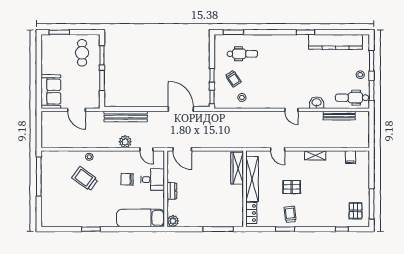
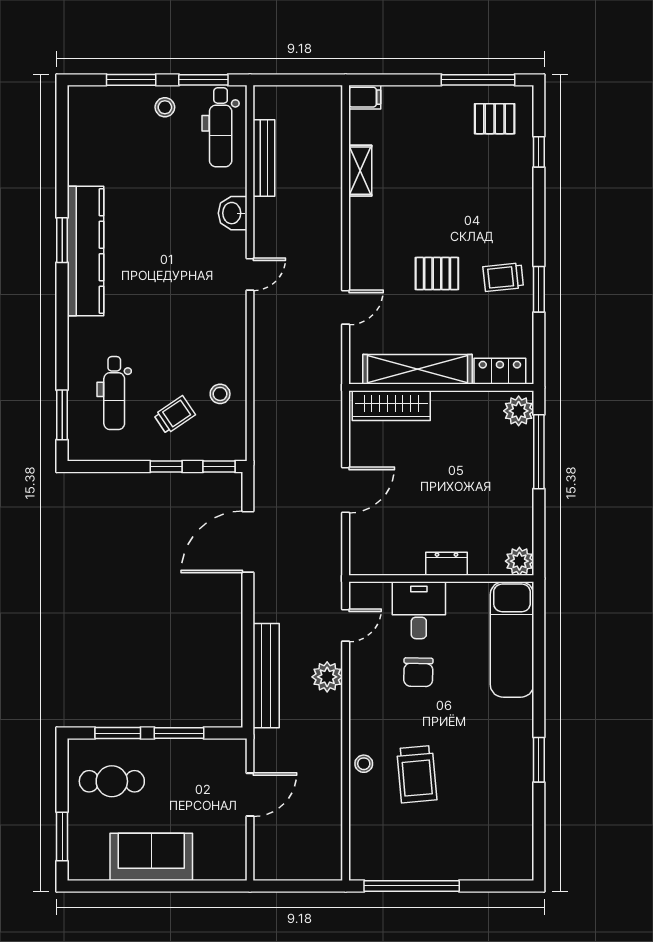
kitchen counter: (336, 42) -> (86, 251), moved
dental chair: (242, 54) -> (114, 393), turned 180
sofa: (51, 92) -> (151, 857), moved
door: (182, 149) -> (346, 490), moved
shelving: (315, 155) -> (360, 171), moved
filing cabinet: (350, 157) -> (365, 97), moved
trolley: (85, 179) -> (417, 774), turned -41
pallet: (292, 187) -> (437, 274), turned 90
plant: (235, 221) -> (519, 411), added

